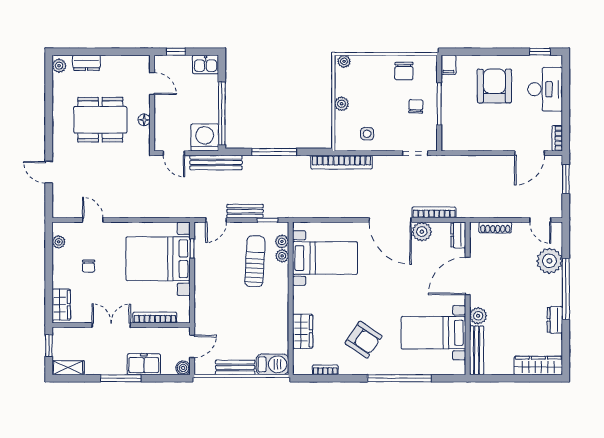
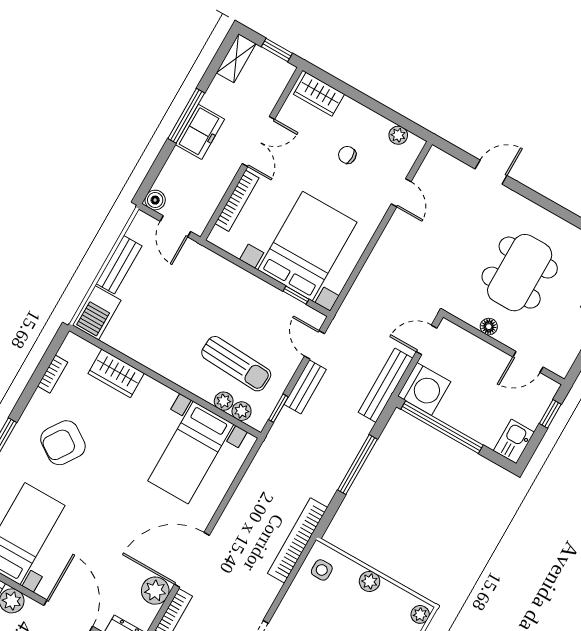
side table: (367, 134) -> (322, 570), moved
door: (93, 220) -> (401, 193), hinge flipped
freezer: (144, 364) -> (200, 132), moved

